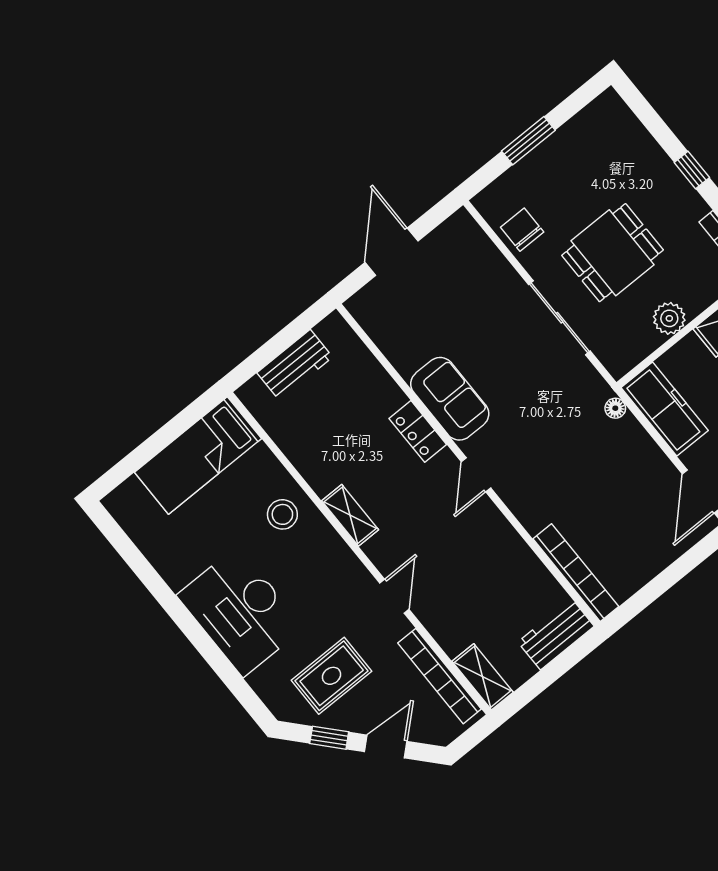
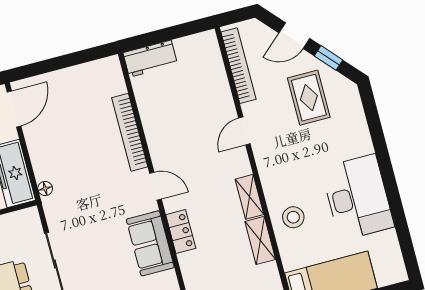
door: (476, 475) -> (156, 186), hinge flipped
bookcase: (576, 573) -> (130, 132), moved
desk: (240, 611) -> (358, 197), moved
rug: (332, 676) -> (309, 98), turned 90
shelving: (483, 677) -> (260, 240), moved

